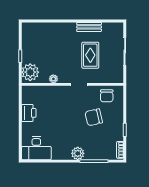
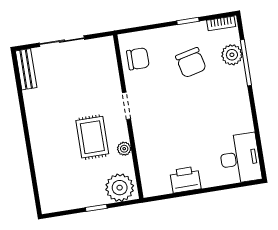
bench: (89, 27) -> (26, 69), moved
rug: (90, 55) -> (92, 137), moved, turned 90
chair: (94, 117) -> (191, 63), moved
plant: (78, 153) -> (232, 55), moved

